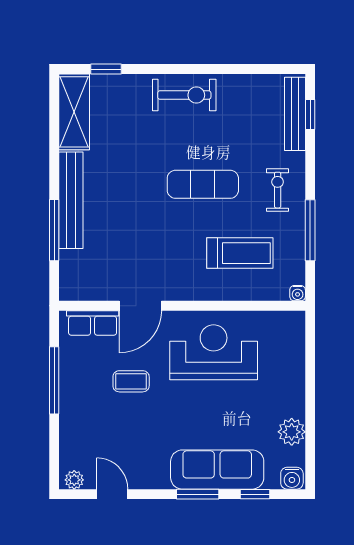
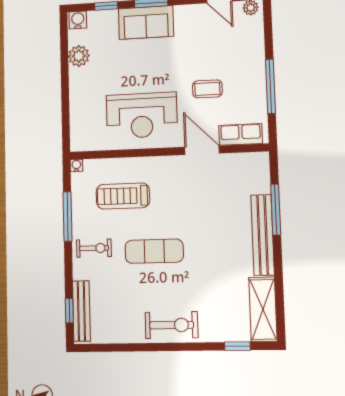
exercise bike: (184, 95) -> (172, 325), turned 180
exercise bike: (278, 190) -> (94, 248), turned -90
door: (140, 306) -> (202, 150), hinge flipped
sofa: (217, 470) -> (146, 22), width x0.73

